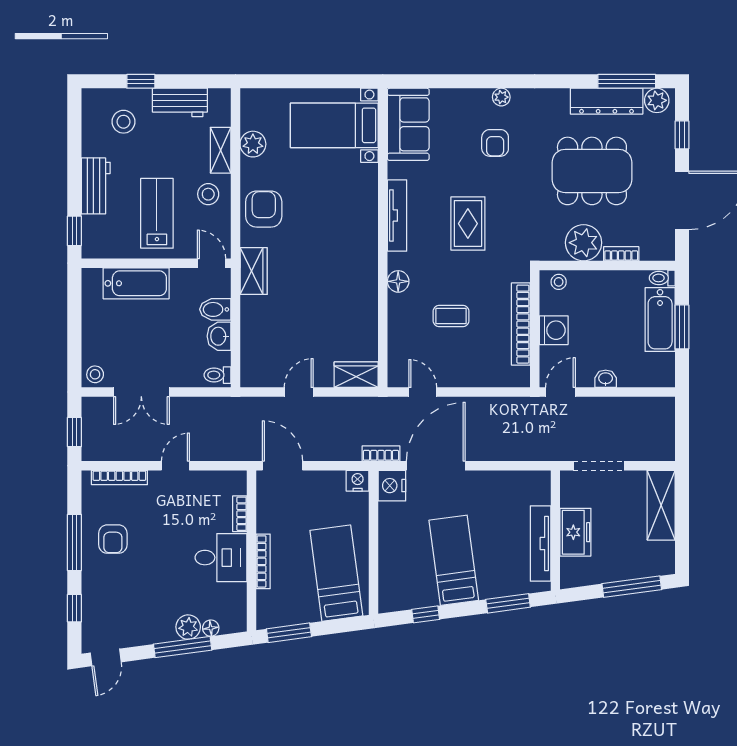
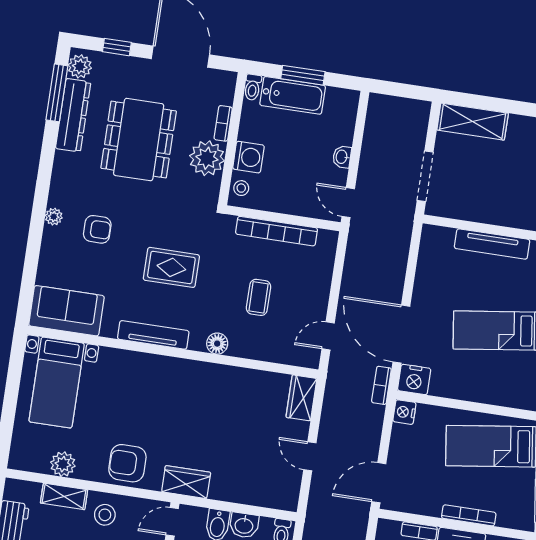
washing machine: (554, 330) -> (248, 157), moved, turned 90
freezer: (575, 532) -> (486, 208), removed

